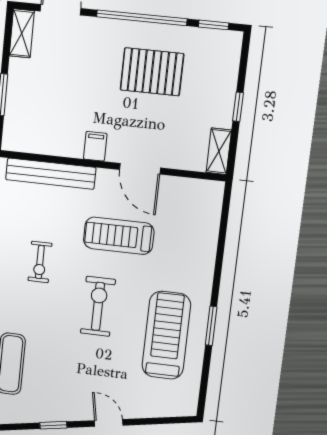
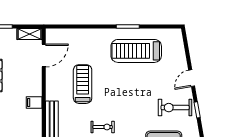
door: (140, 169) -> (44, 55), moved
treadmill: (119, 236) -> (83, 84), turned 180
exercise bike: (98, 306) -> (175, 108), moved

